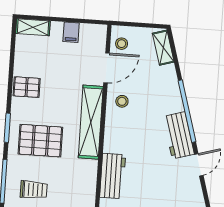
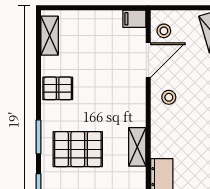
shelving: (33, 27) -> (50, 36), moved, turned 90
filing cabinet: (71, 32) -> (134, 19), moved, turned 90
shelving: (91, 122) -> (137, 147), width x0.45, depth x0.75

